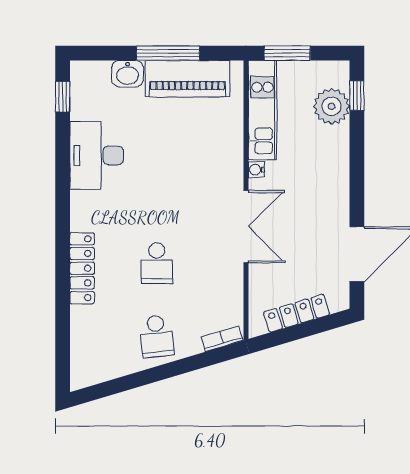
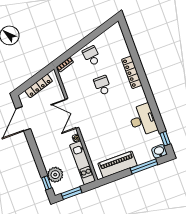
window: (168, 53) -> (144, 166), moved
window: (287, 53) -> (72, 193), moved
washbasin: (127, 74) -> (159, 151), moved

